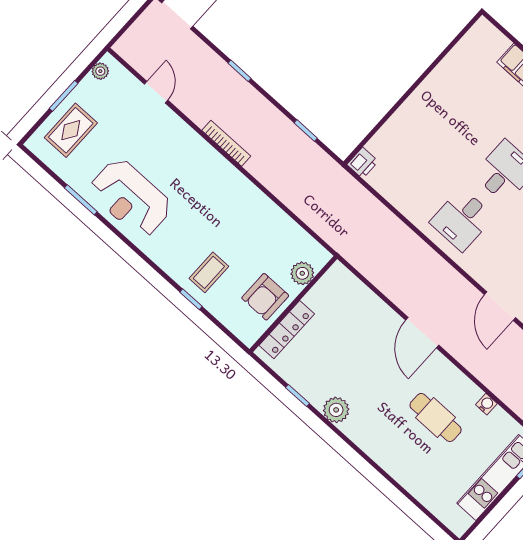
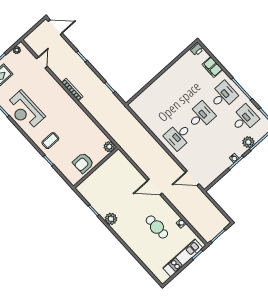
printer: (363, 163) -> (197, 49), moved
coffee table: (209, 272) -> (50, 141), moved
plant: (302, 273) -> (109, 147), moved
door: (500, 306) -> (192, 178), hinge flipped
locker: (287, 330) -> (92, 179), removed
door: (422, 333) -> (155, 187), hinge flipped

